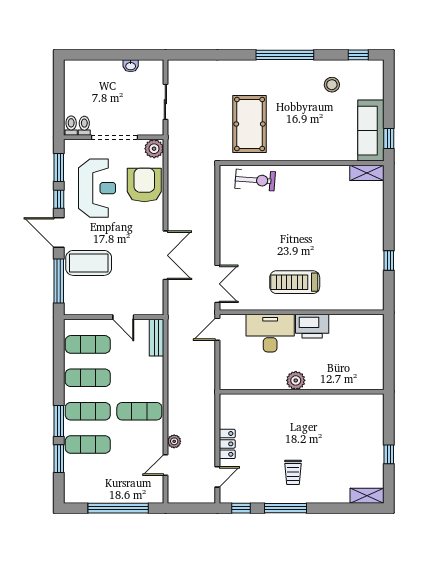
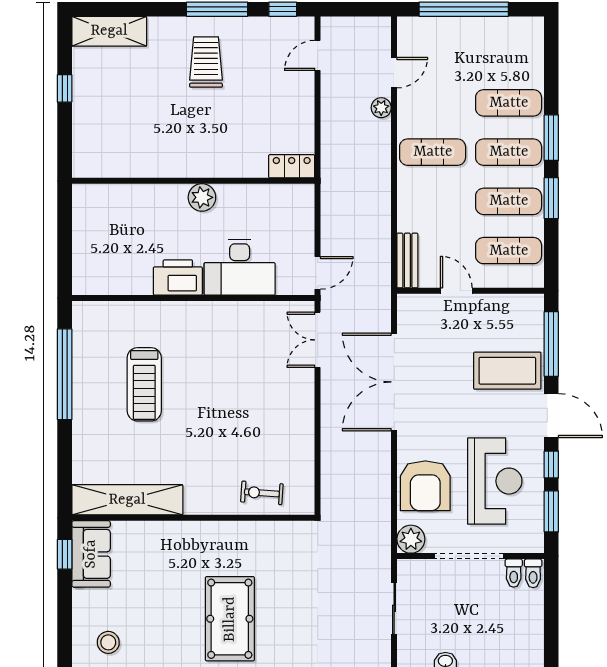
stool: (332, 85) -> (108, 642), moved
pool table: (250, 124) -> (230, 619), moved
sofa: (371, 131) -> (91, 554), width x0.73
shelving: (367, 173) -> (127, 500), width x2.20, depth x1.33
exercise bike: (255, 180) -> (262, 493), width x0.73, depth x0.72
reception desk: (97, 188) -> (495, 481), turned 180
double door: (165, 255) -> (394, 382), width x1.36
window: (389, 260) -> (65, 374), width x3.17
treadmill: (295, 282) -> (144, 384), moved, turned 90
locker: (227, 444) -> (292, 166), moved, turned 90
window: (59, 459) -> (551, 198), moved
trolley: (293, 472) -> (206, 62), width x1.36, depth x1.39
shelving: (367, 496) -> (109, 31), width x1.50, depth x1.33

